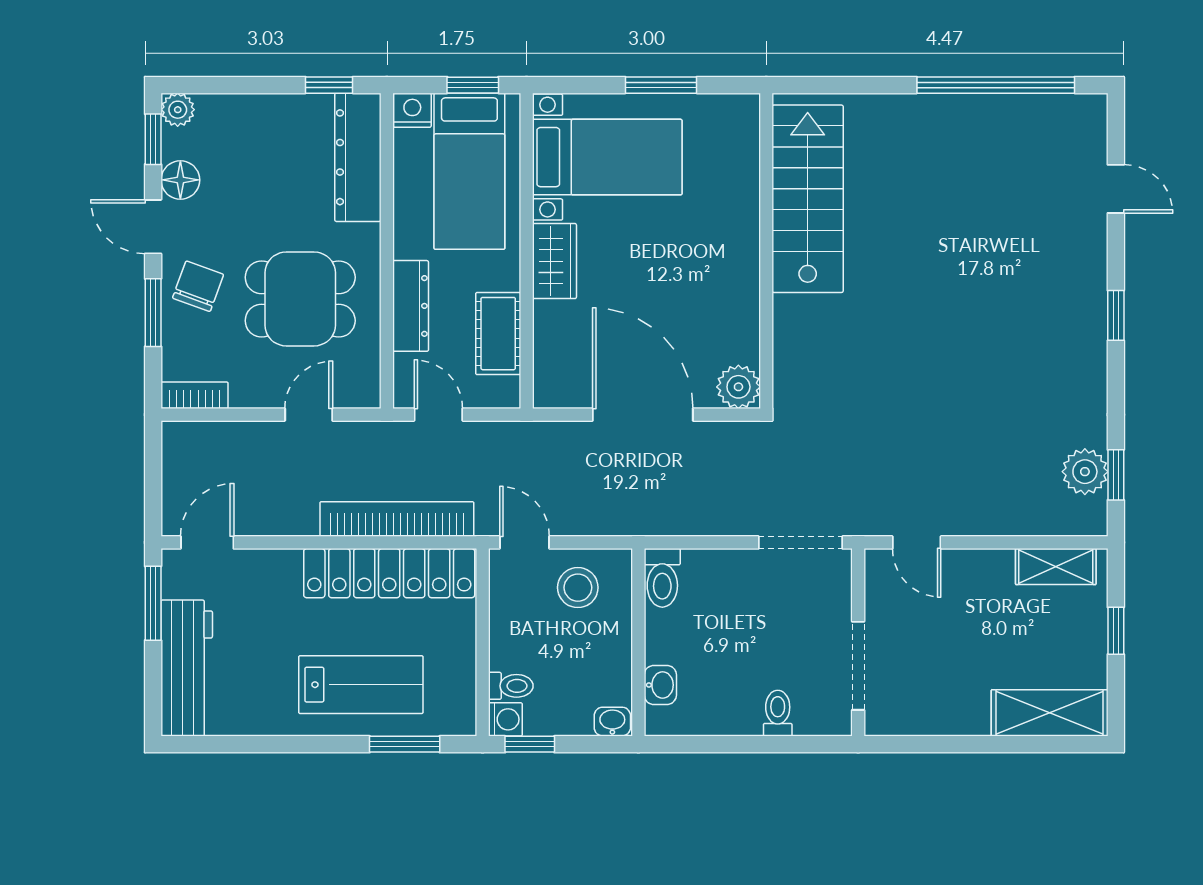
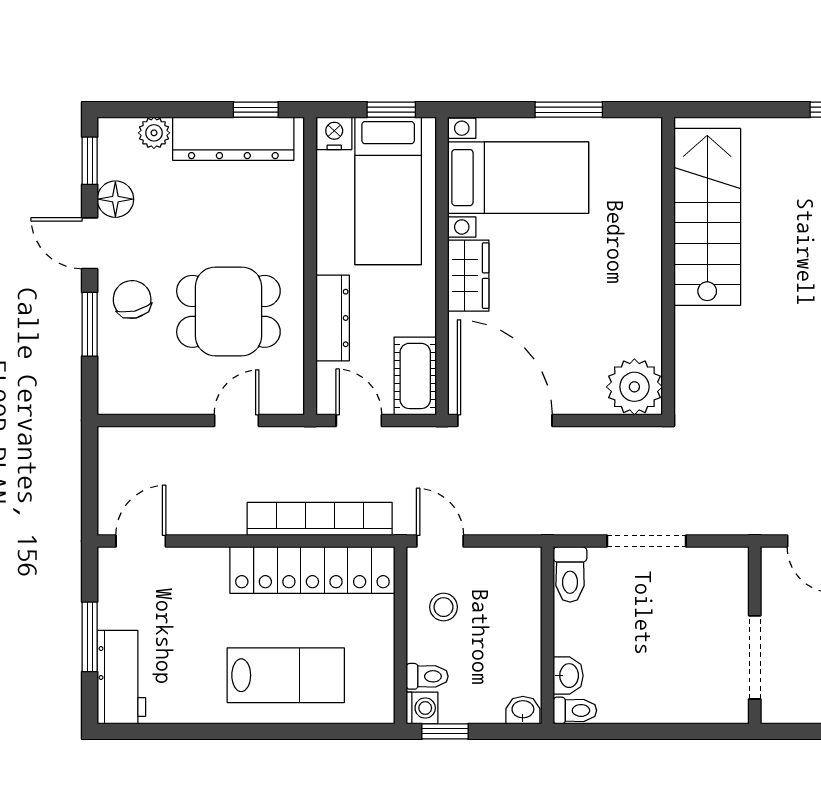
plant: (178, 110) -> (154, 133), moved
dresser: (358, 157) -> (233, 139), moved, turned -90
chair: (198, 286) -> (132, 299), turned -33
cot: (498, 334) -> (415, 376), moved
plant: (738, 387) -> (634, 387), width x1.36, depth x1.36
bookcase: (195, 395) -> (129, 402), removed
door: (643, 415) -> (505, 420), moved
doorway: (800, 542) -> (647, 541), moved
stool: (578, 588) -> (444, 607), moved, width x0.73, depth x0.73
window: (153, 603) -> (90, 637), moved
workbench: (187, 668) -> (121, 677), width x0.73
toilet: (778, 713) -> (575, 710), moved, turned 90
window: (405, 744) -> (327, 731), removed

